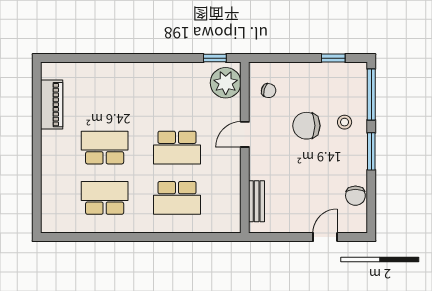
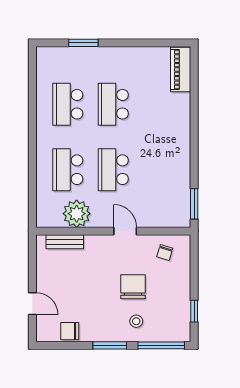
window: (215, 58) -> (194, 204), width x1.50
plant: (226, 83) -> (77, 214), moved
piano: (52, 105) -> (181, 70), moved, turned 90
school desk: (105, 148) -> (113, 104), turned 180
window: (37, 180) -> (83, 43), added
school desk: (105, 198) -> (68, 104), turned 180

